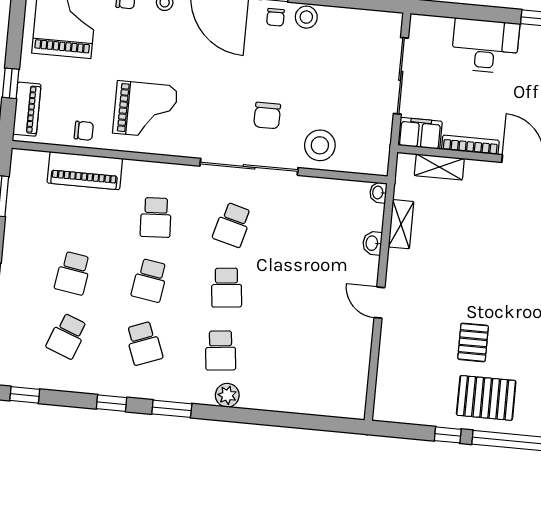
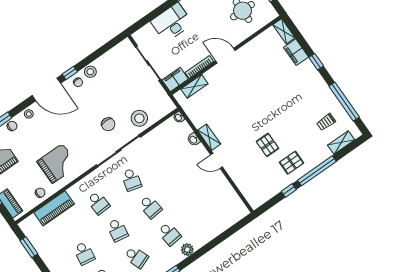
shelving: (401, 224) -> (209, 137), moved
pallet: (486, 398) -> (292, 163), width x0.67, depth x0.71

